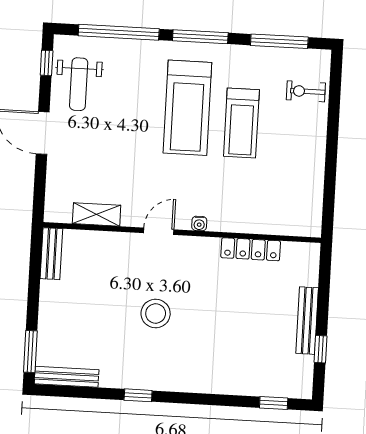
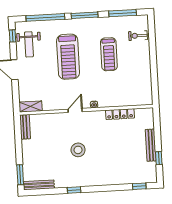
treadmill: (187, 108) -> (68, 57), moved
shelving: (97, 214) -> (31, 106), moved

